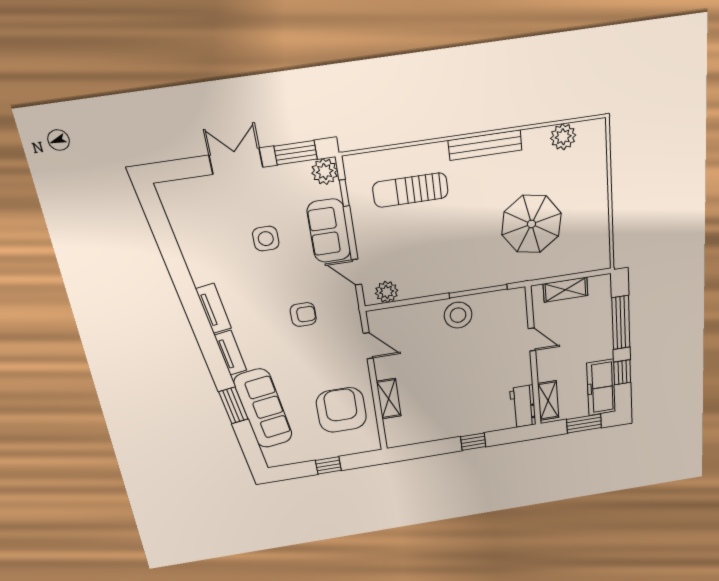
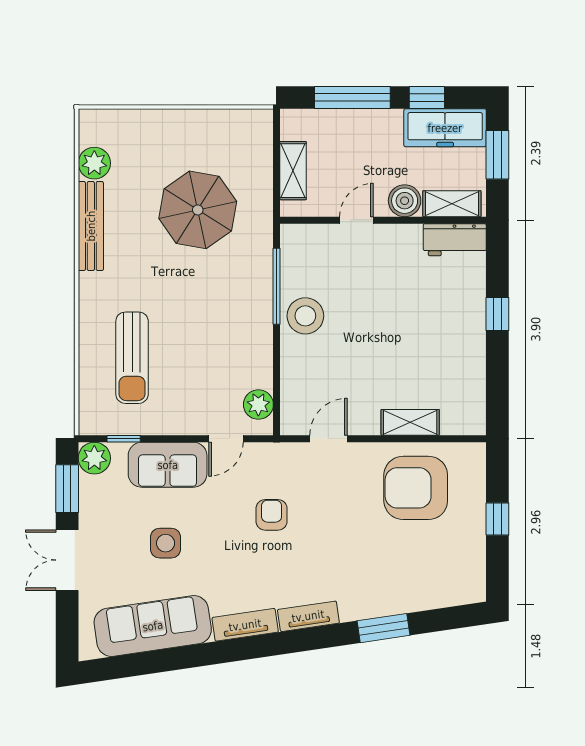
bench: (485, 145) -> (91, 226), moved
boiler: (548, 369) -> (405, 201), added
sofa: (263, 409) -> (153, 626), moved

